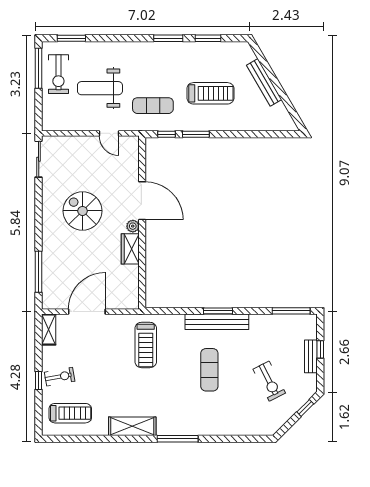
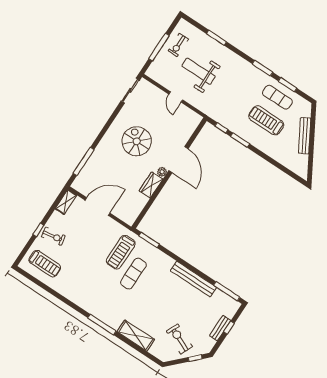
window: (71, 38) -> (216, 38), moved
window: (39, 68) -> (159, 47), moved
exercise bike: (58, 74) -> (178, 45), width x0.73, depth x0.72
treadmill: (210, 93) -> (266, 120), turned 180
exercise mat: (153, 106) -> (277, 97), moved
door: (109, 133) -> (176, 97), moved
window: (218, 311) -> (149, 240), moved
bench: (217, 322) -> (193, 279), moved
exercise mat: (209, 370) -> (133, 274), moved
exercise bike: (269, 381) -> (179, 339), moved, turned 141
shelving: (132, 426) -> (136, 336), moved

